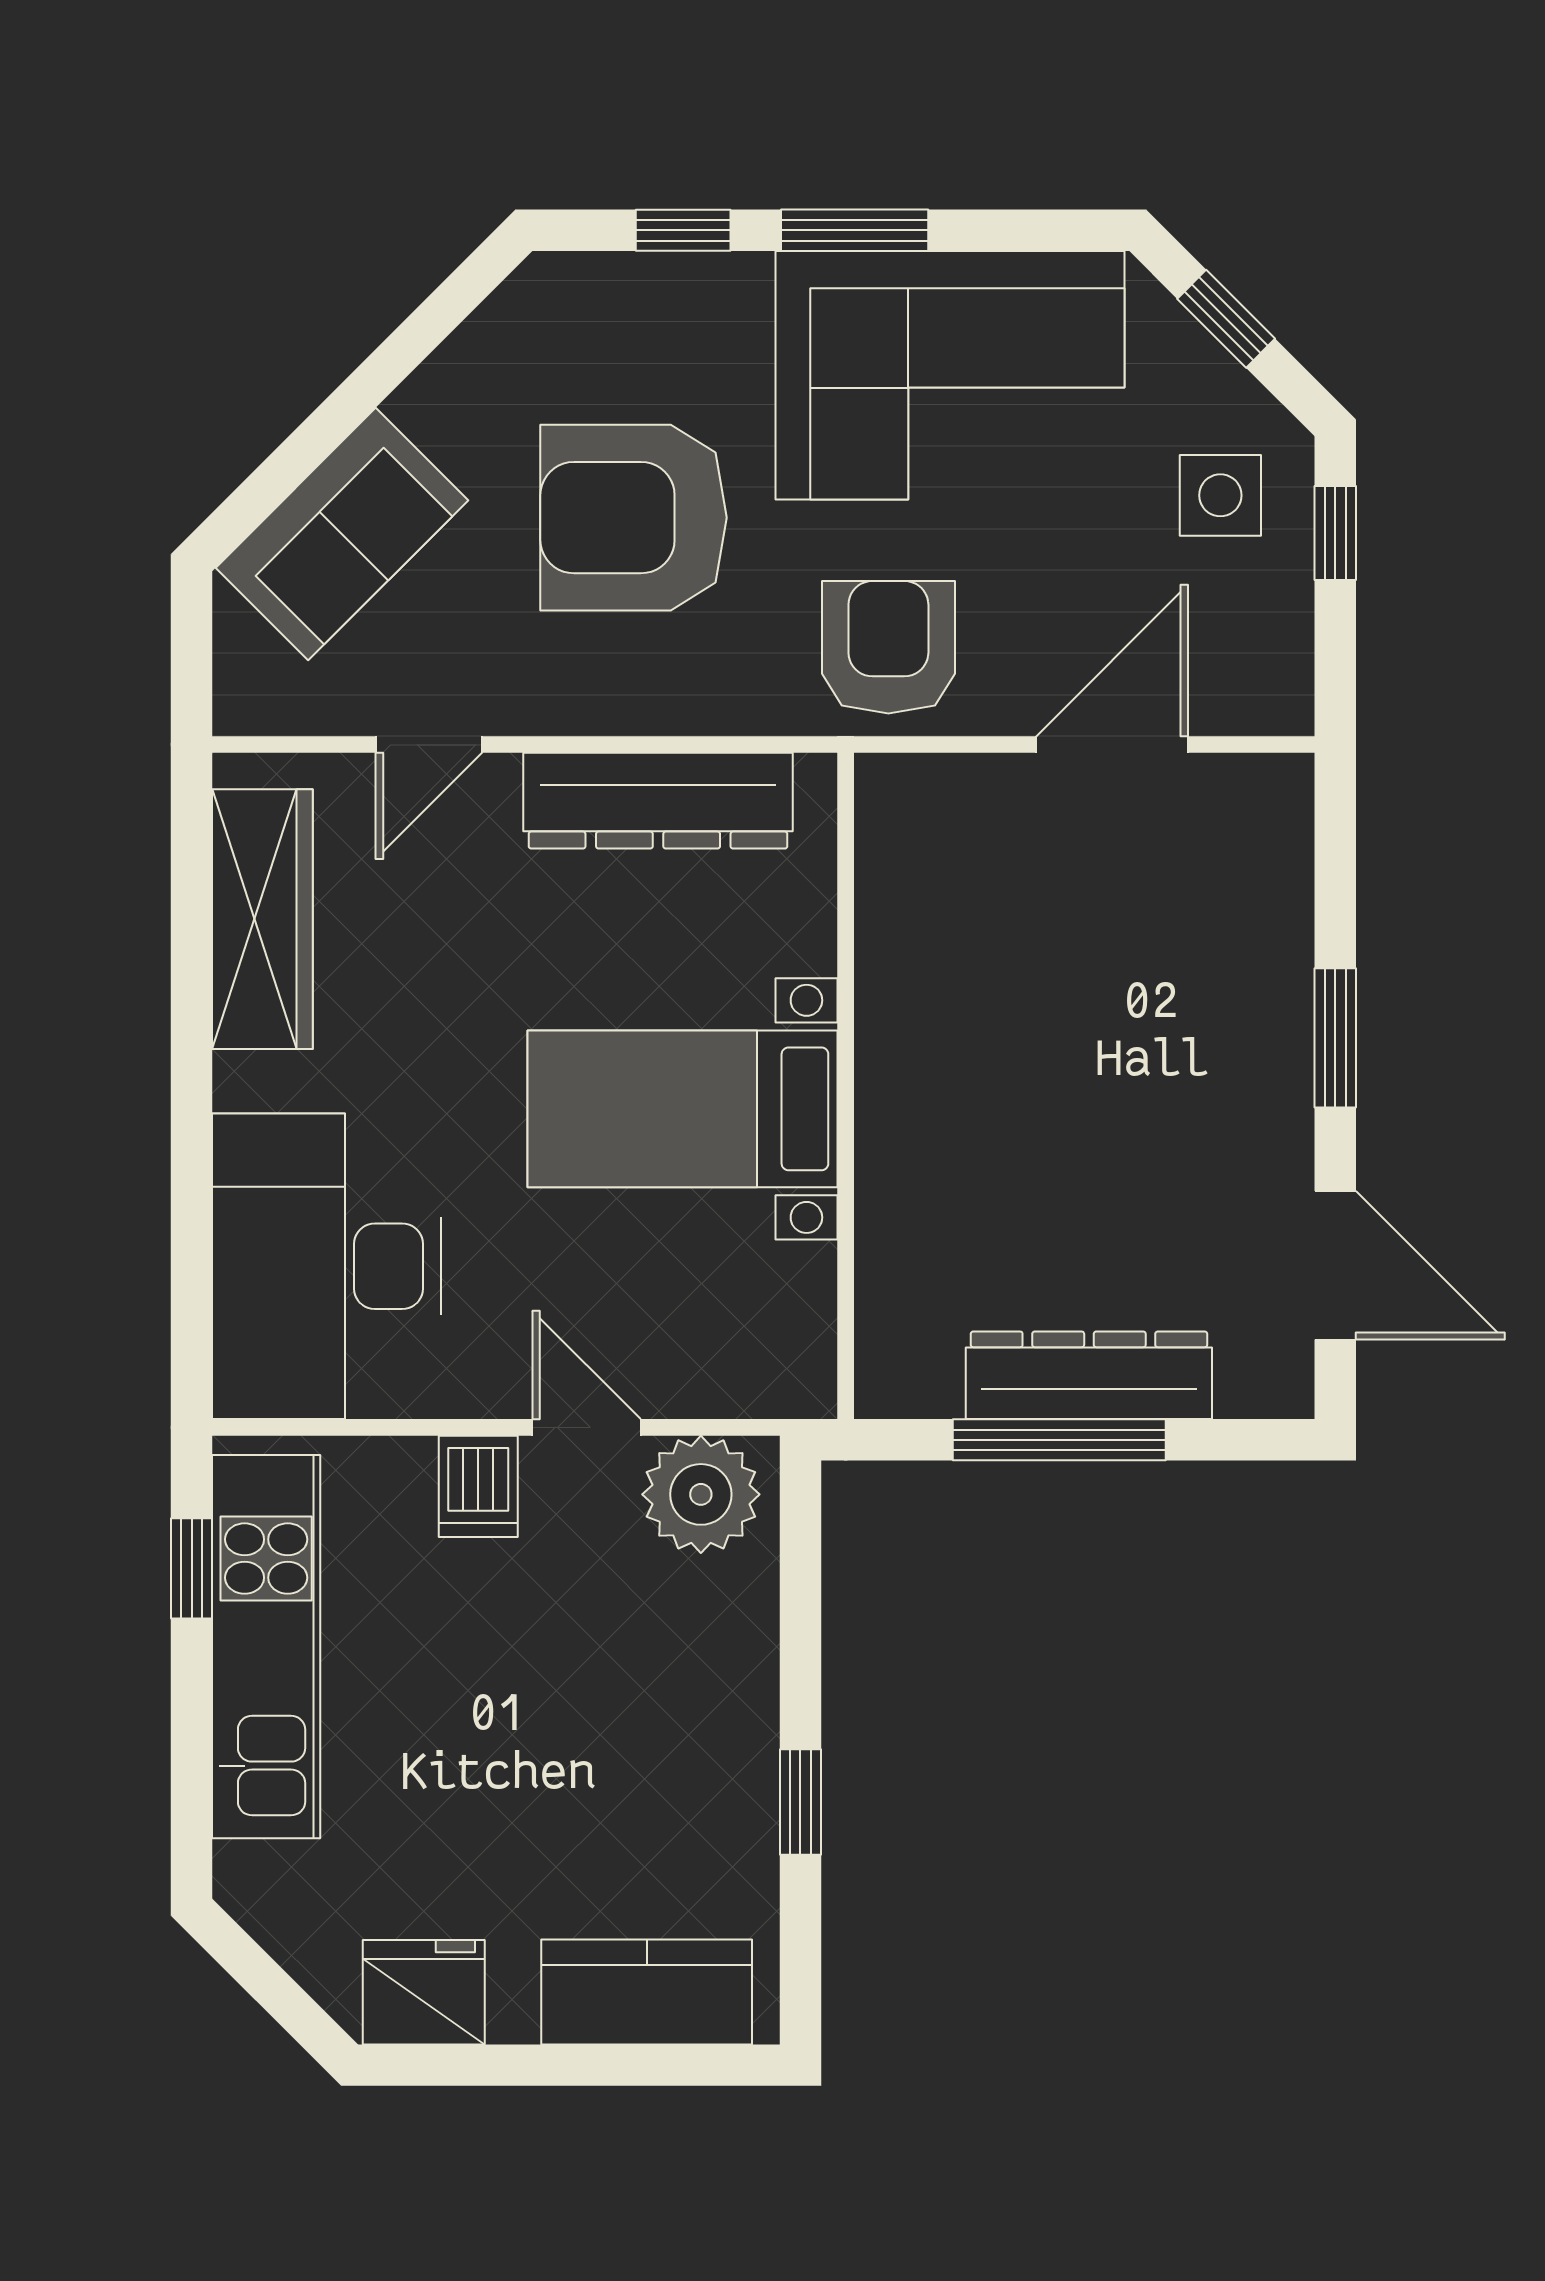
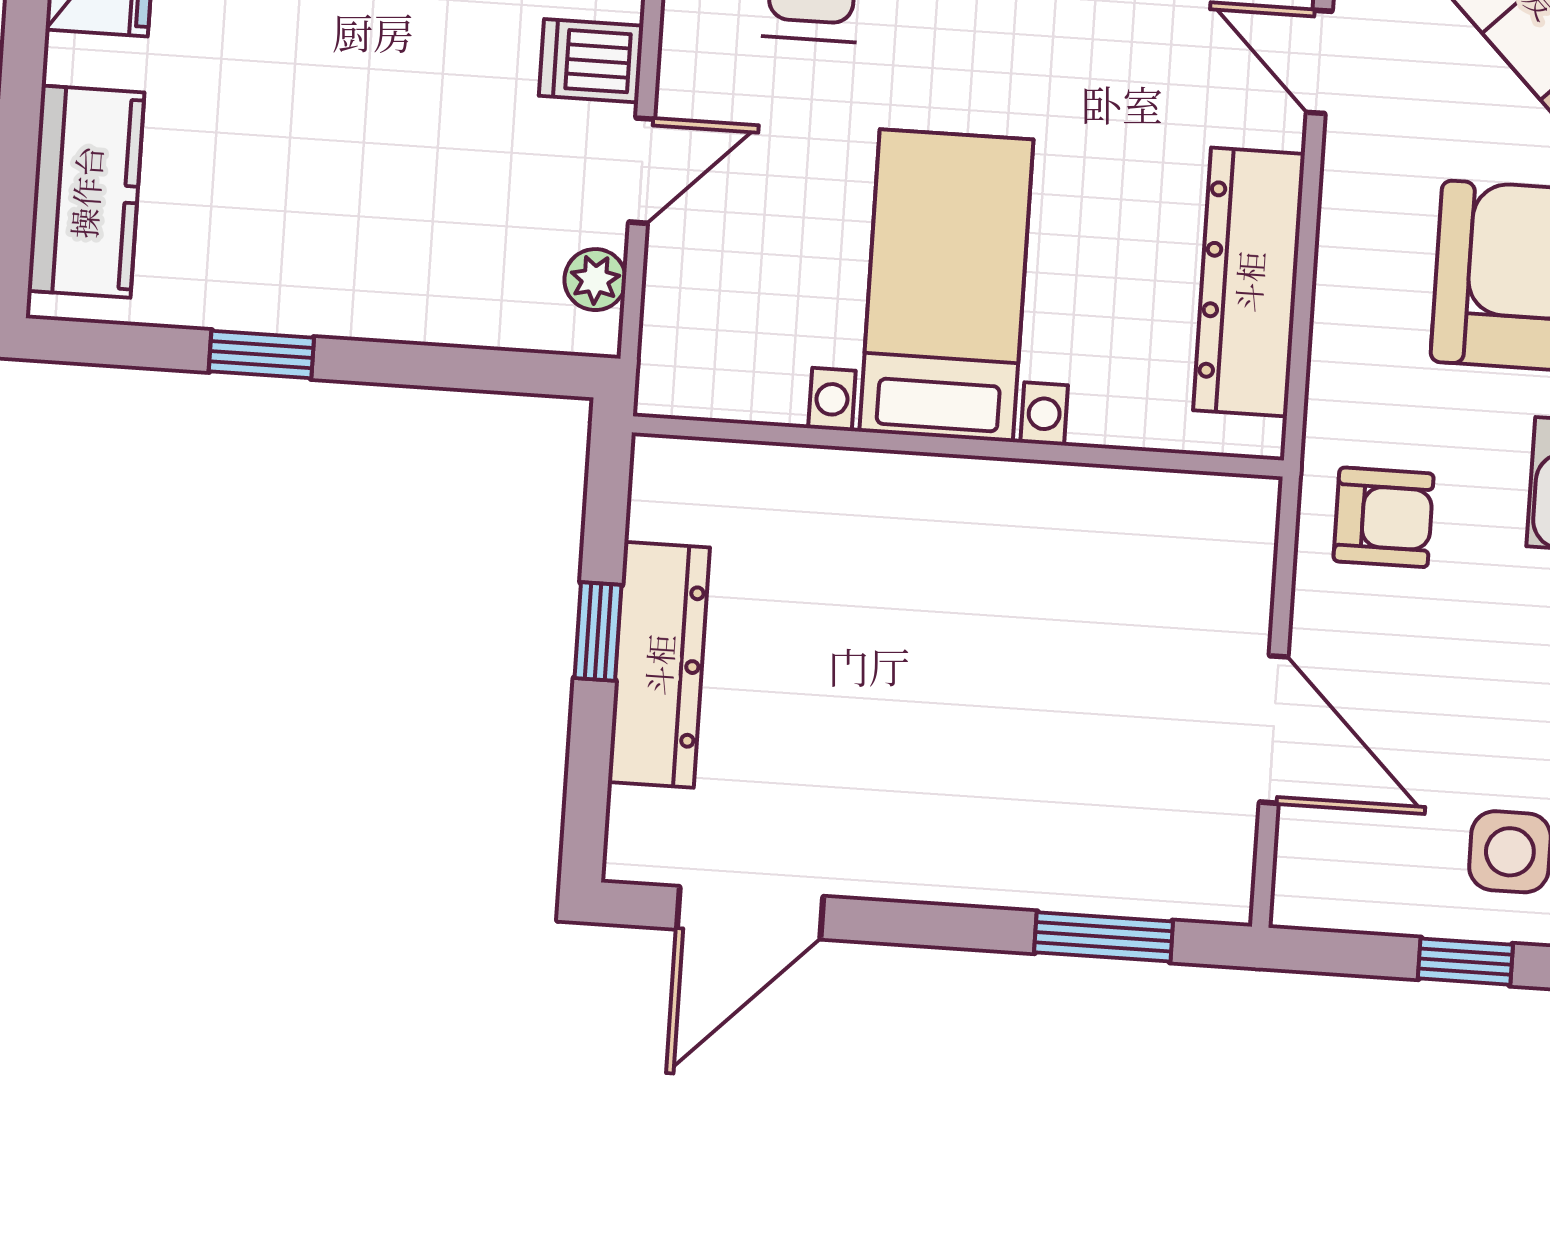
armchair: (888, 647) -> (1384, 517), width x0.72, depth x0.72
window: (1335, 1038) -> (1104, 937), moved
window: (1059, 1440) -> (598, 631), width x0.46
plant: (701, 1494) -> (595, 280), width x0.53, depth x0.53

